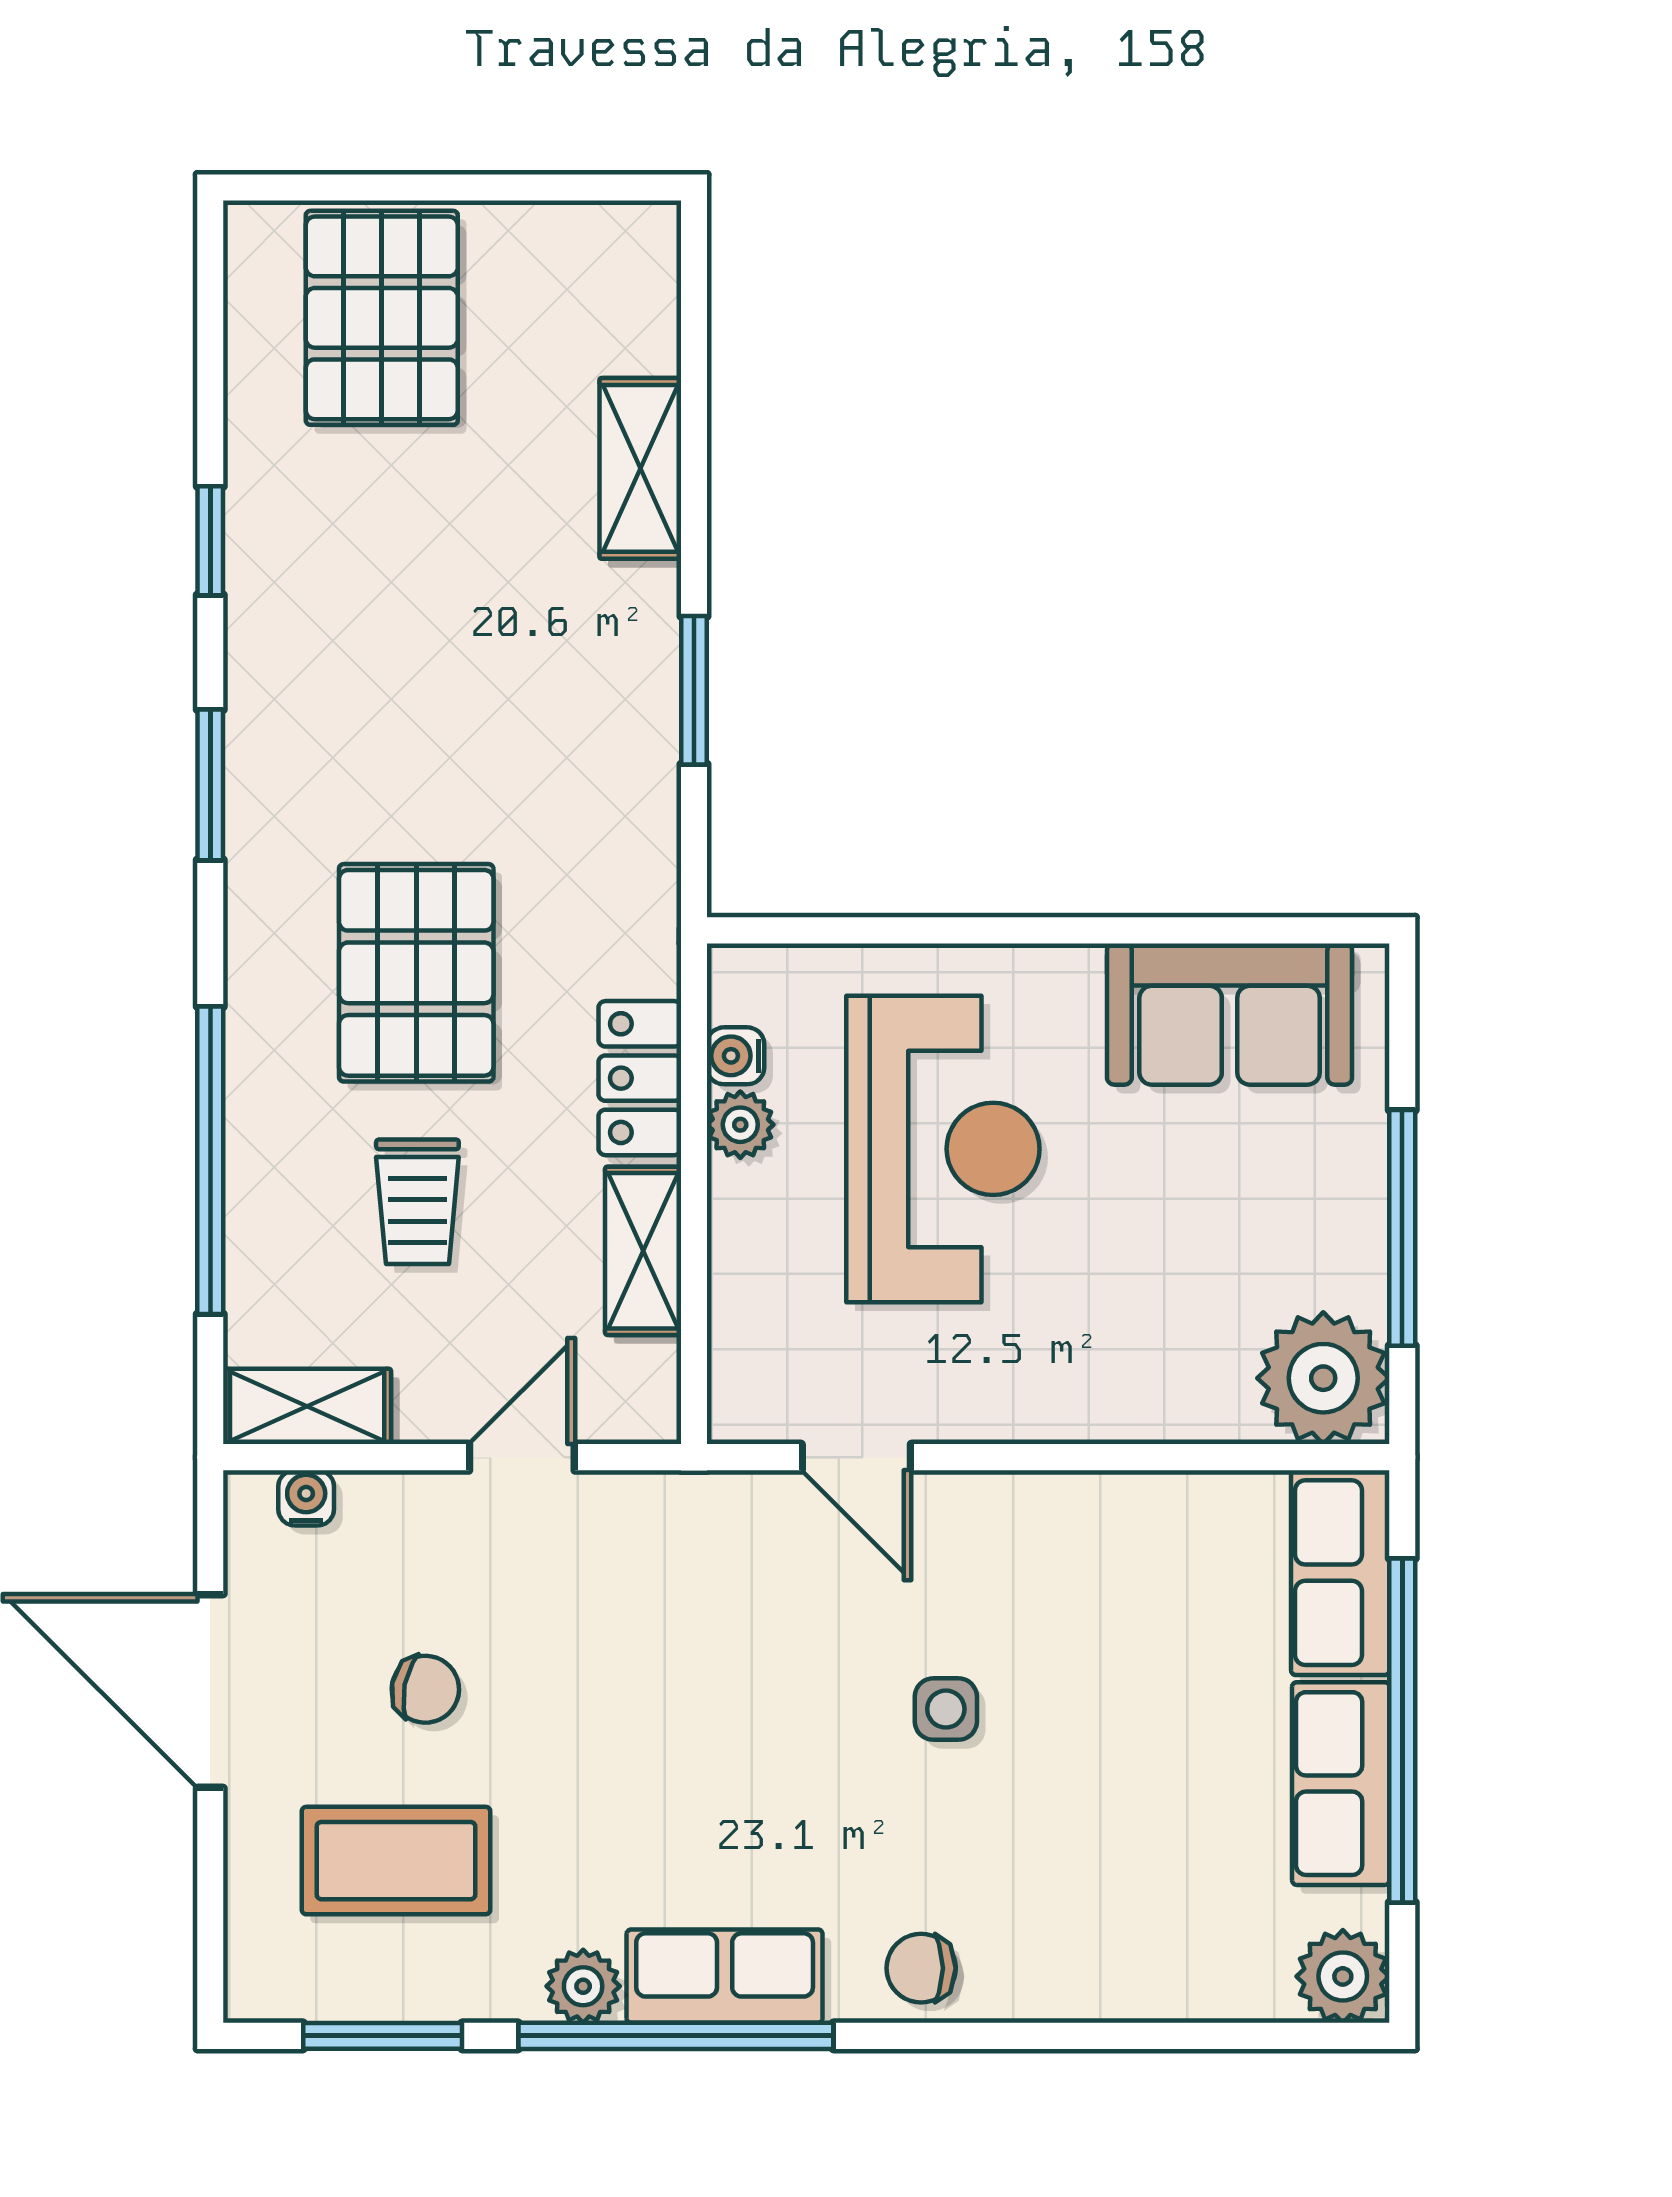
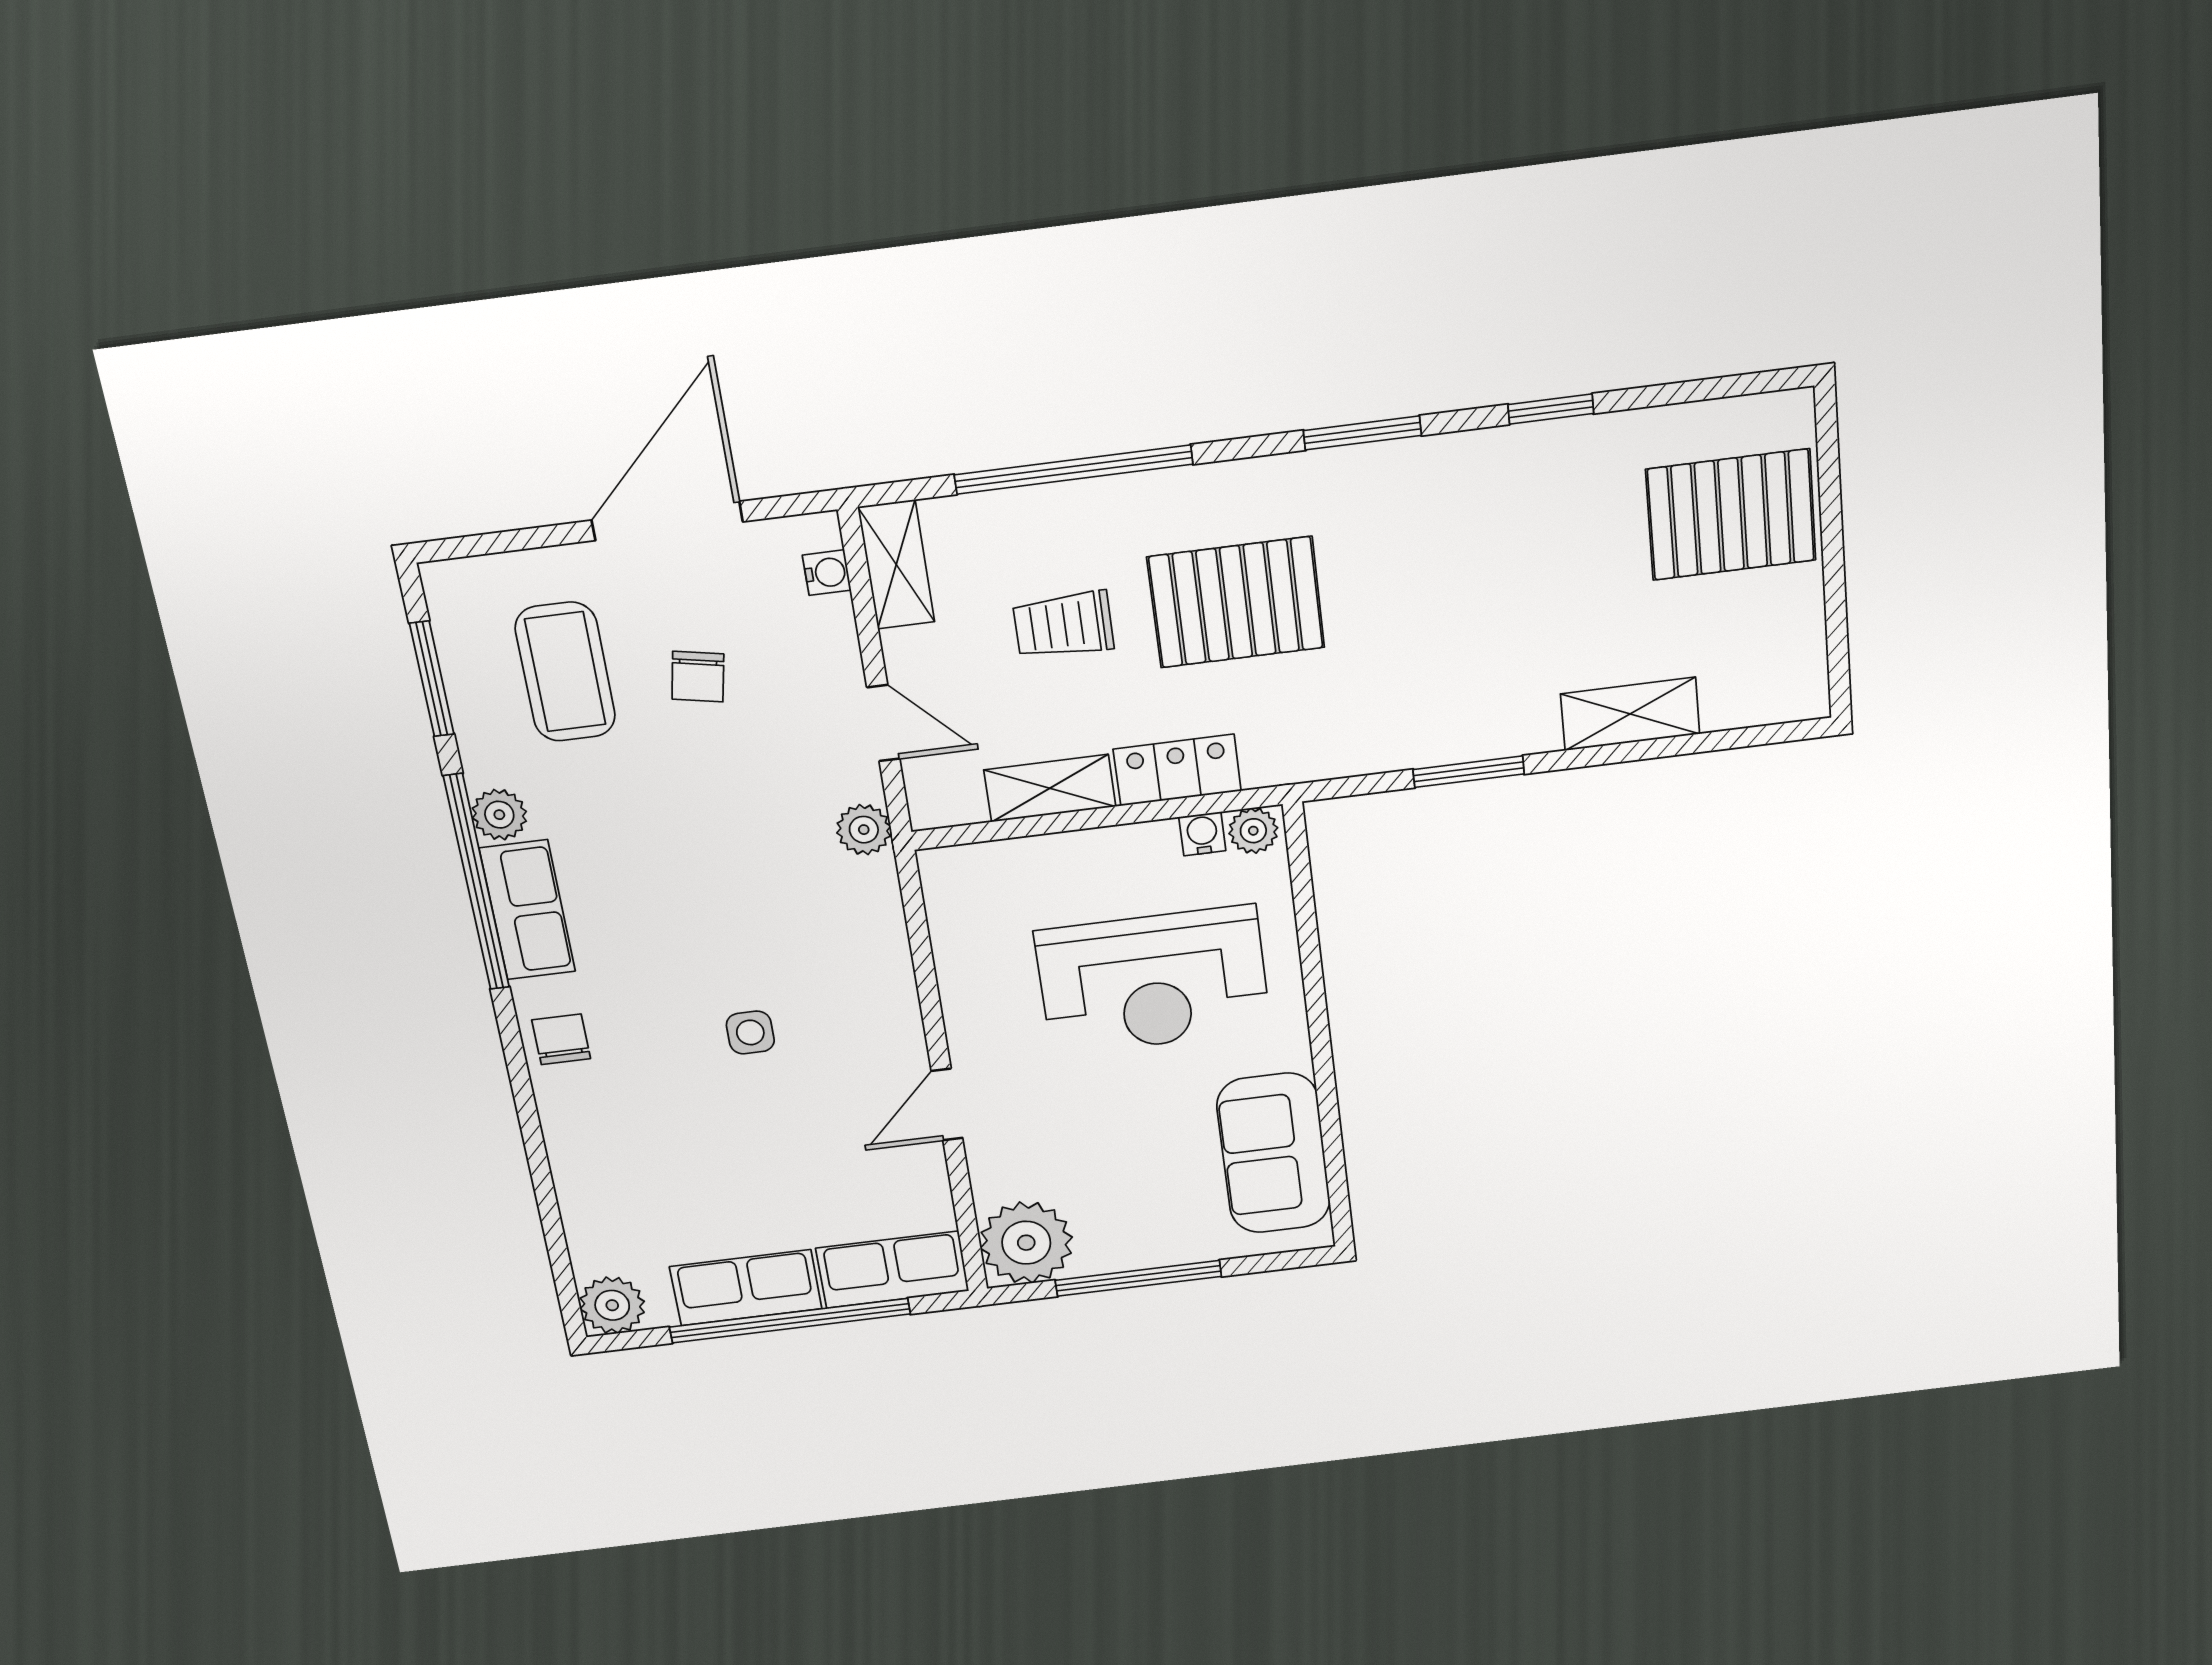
plant: (740, 1125) -> (1253, 831), moved
door: (856, 1457) -> (947, 1104), moved
plant: (669, 1507) -> (864, 830), added

